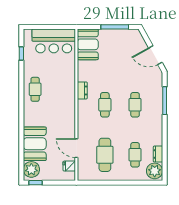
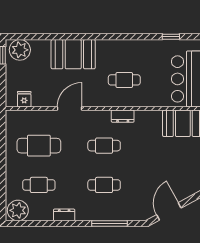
cafe table: (35, 89) -> (124, 80), moved
booth: (35, 144) -> (73, 54), moved
door: (76, 148) -> (70, 108), moved
dresser: (158, 154) -> (64, 215), moved

